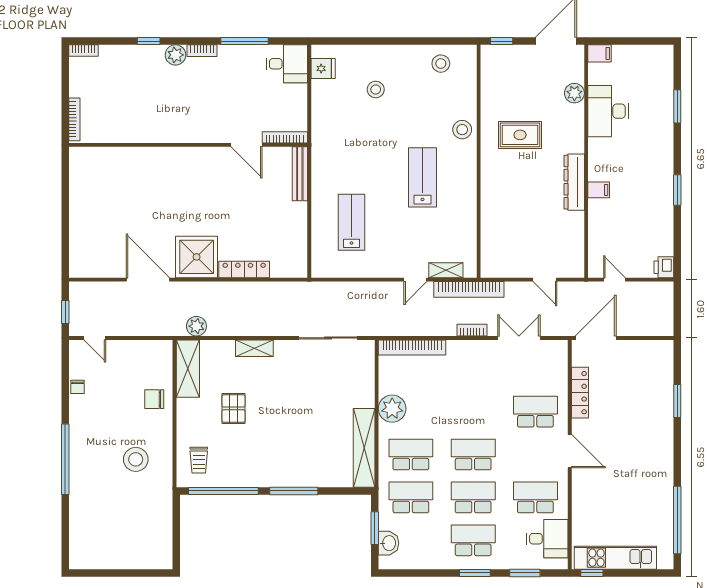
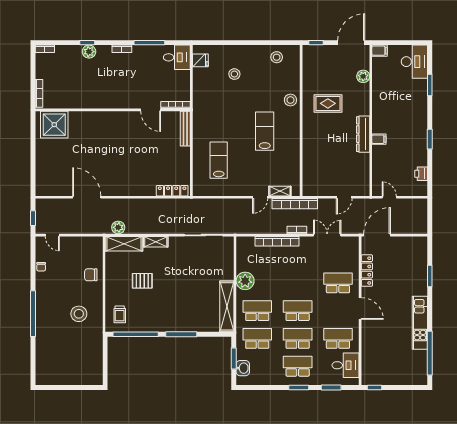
plant: (175, 55) -> (89, 52), moved
desk: (608, 111) -> (414, 62), moved, turned 180
shower: (197, 257) -> (54, 125), moved
printer: (664, 267) -> (421, 174), moved
locker: (244, 269) -> (172, 191), moved
door: (545, 280) -> (344, 197), hinge flipped
bookcase: (412, 347) -> (277, 241), moved
shelving: (188, 369) -> (124, 244), moved, turned 90
pallet: (234, 408) -> (142, 281), turned 90
kitchen unit: (615, 558) -> (420, 323), moved, turned -90

